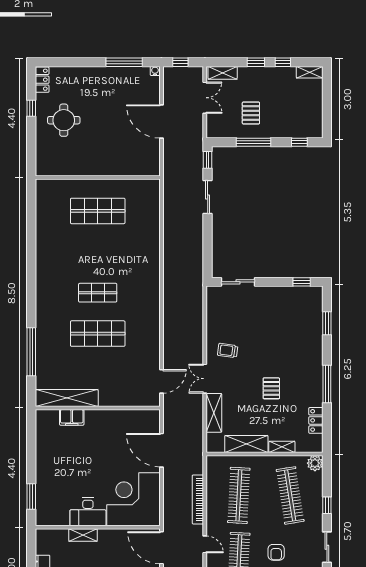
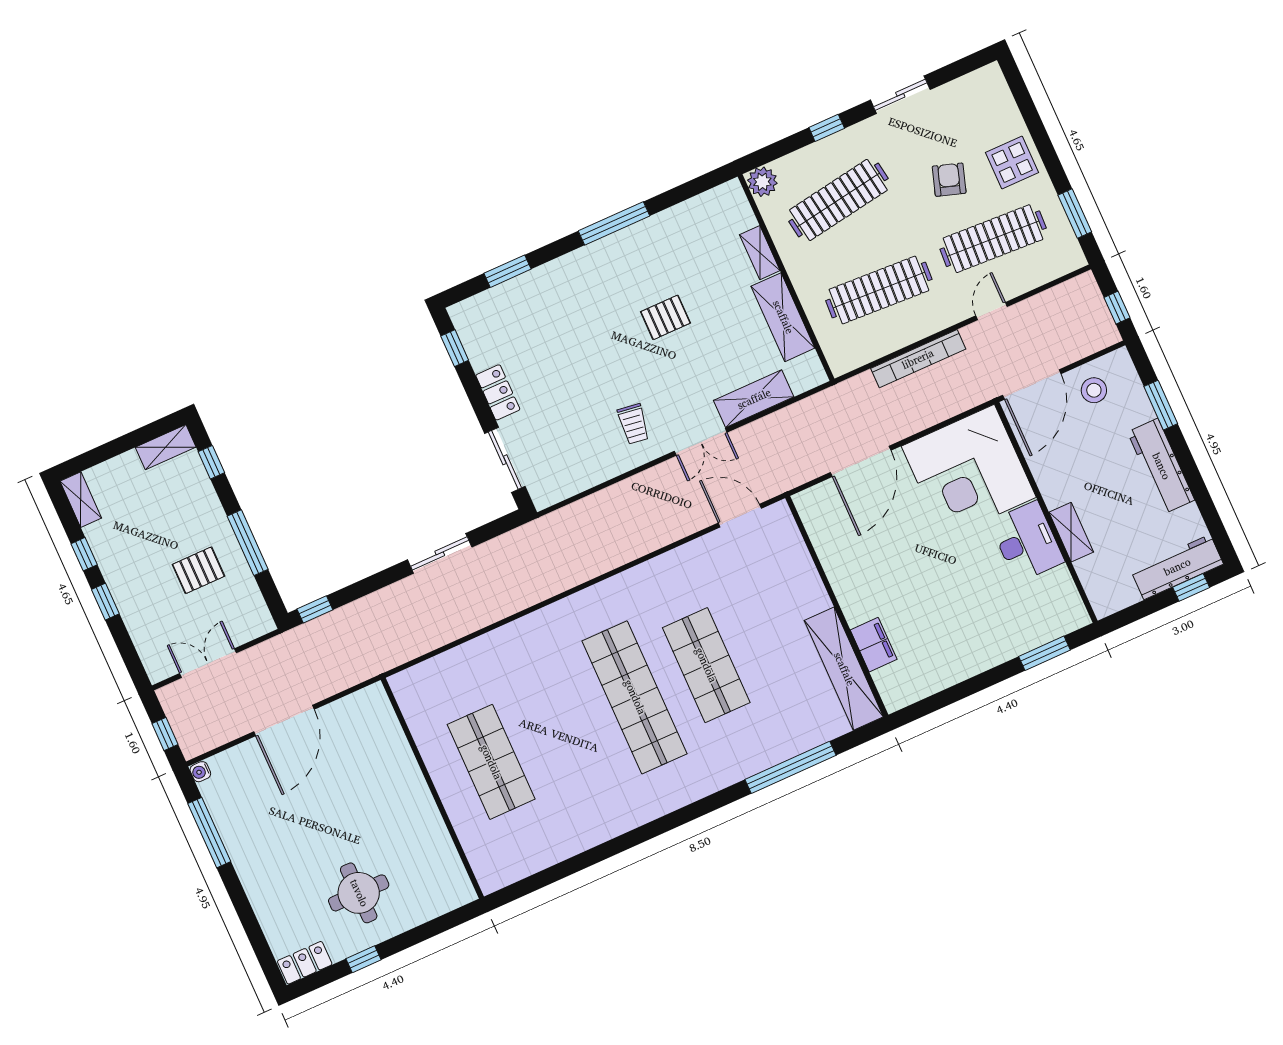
shelving: (223, 73) -> (166, 447), moved, turned 90
sliding door: (208, 197) -> (440, 553), moved
shop shelf: (98, 293) -> (635, 697), width x2.00, depth x1.36
locker: (316, 420) -> (498, 392), moved, turned -90
armchair: (276, 552) -> (949, 180), turned -72

